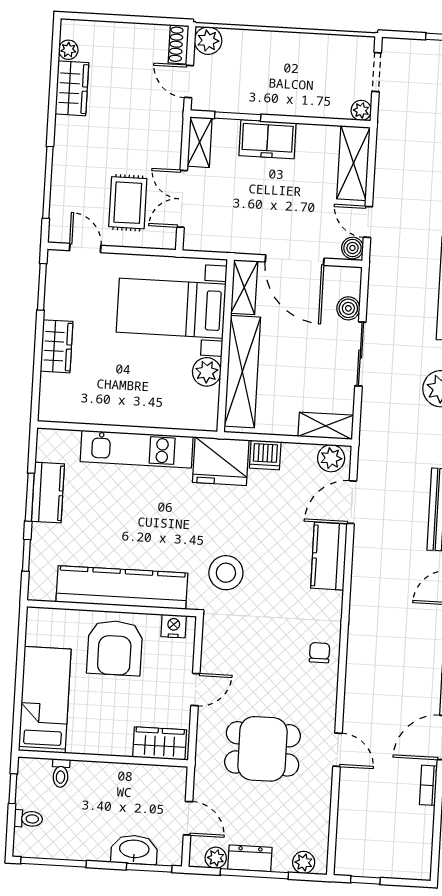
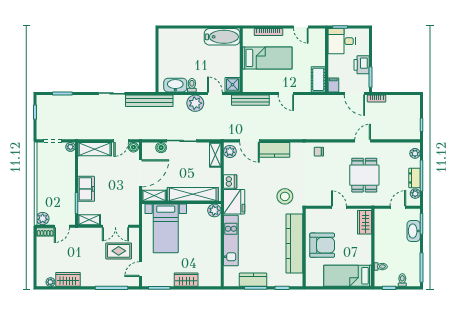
plant: (207, 372) -> (214, 210), moved
nightstand: (174, 626) -> (311, 219), removed

